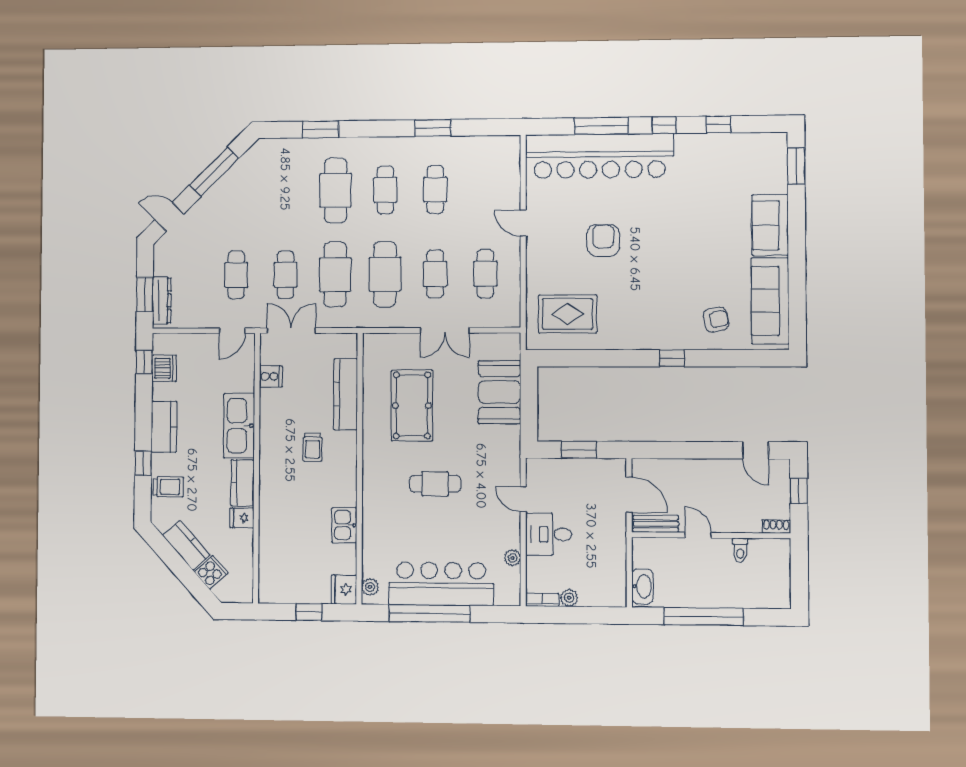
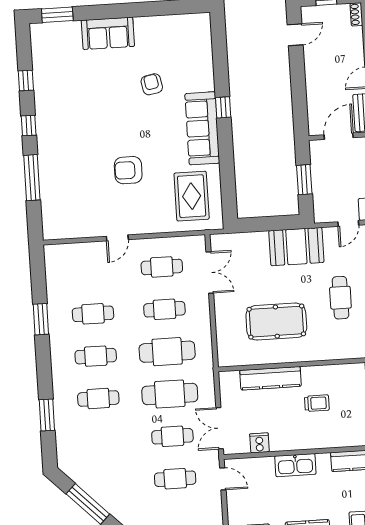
bar counter: (599, 156) -> (57, 178), removed
cafe table: (336, 190) -> (98, 398), width x0.73, depth x0.74
sofa: (770, 301) -> (202, 128), moved, turned 90
armchair: (716, 320) -> (152, 84), moved
double door: (445, 330) -> (210, 272), moved
booth: (499, 392) -> (296, 247), moved
kitchen sink: (239, 426) -> (295, 465), width x0.73, depth x0.81

